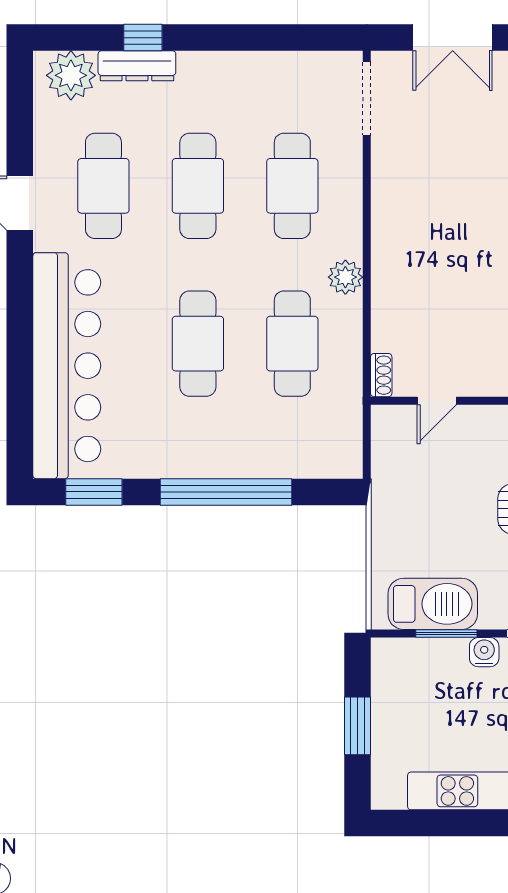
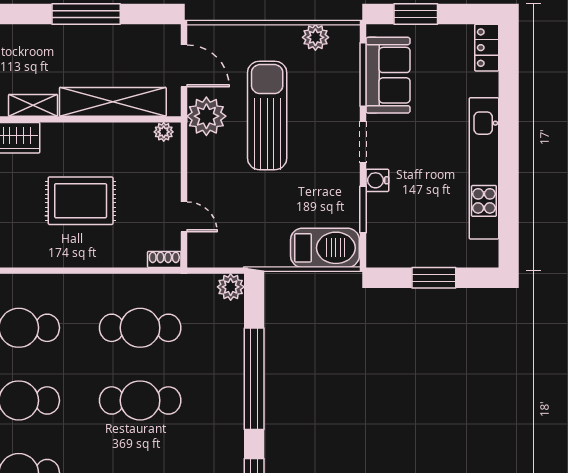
rug: (458, 266) -> (81, 201), added
plant: (345, 277) -> (231, 287), moved
barbecue: (433, 604) -> (325, 248), moved, turned 90

